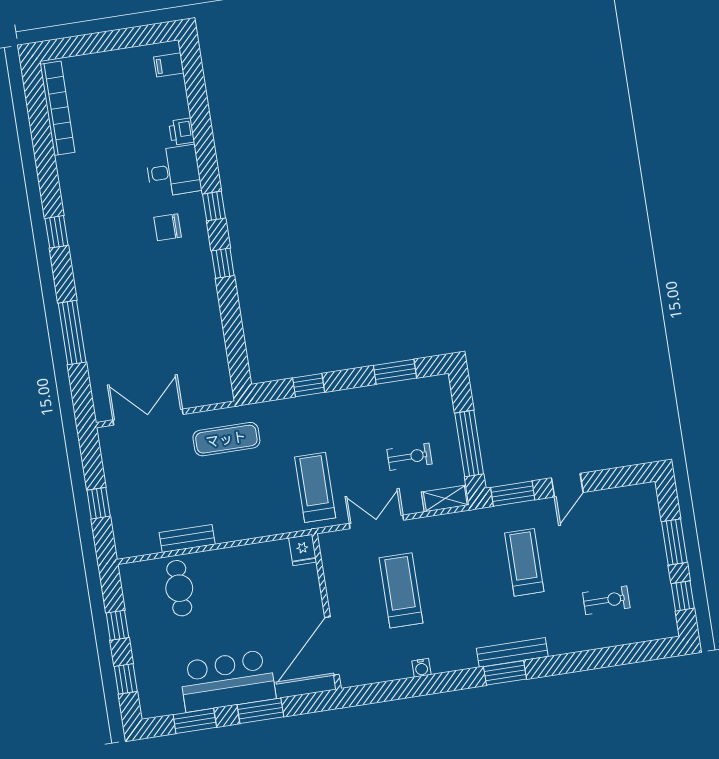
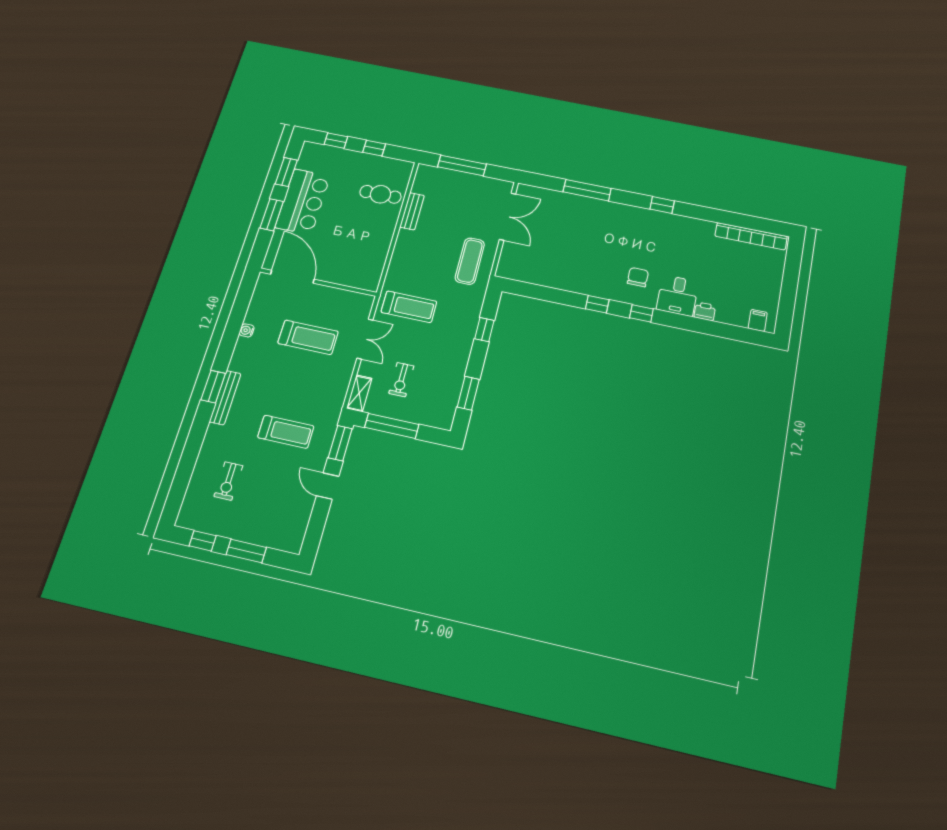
window: (99, 503) -> (462, 165), width x2.17
fridge: (303, 550) -> (369, 282), removed

